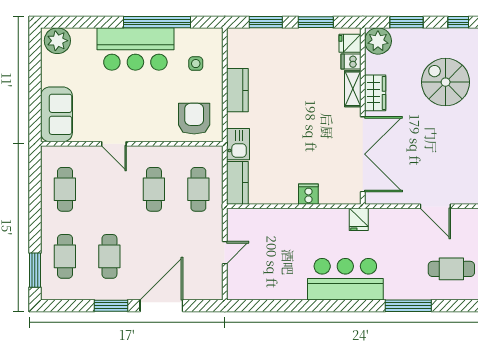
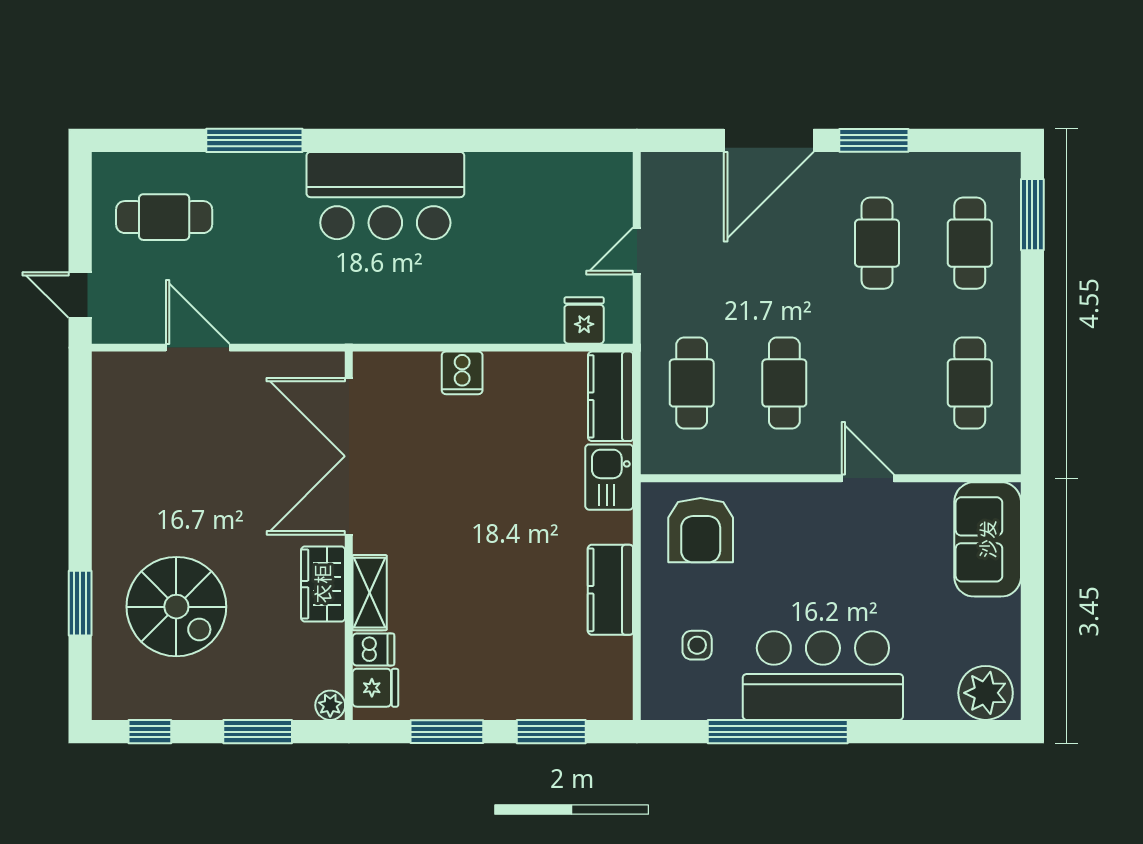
plant: (378, 41) -> (330, 705), width x0.53, depth x0.53
fridge: (359, 219) -> (584, 320), moved

